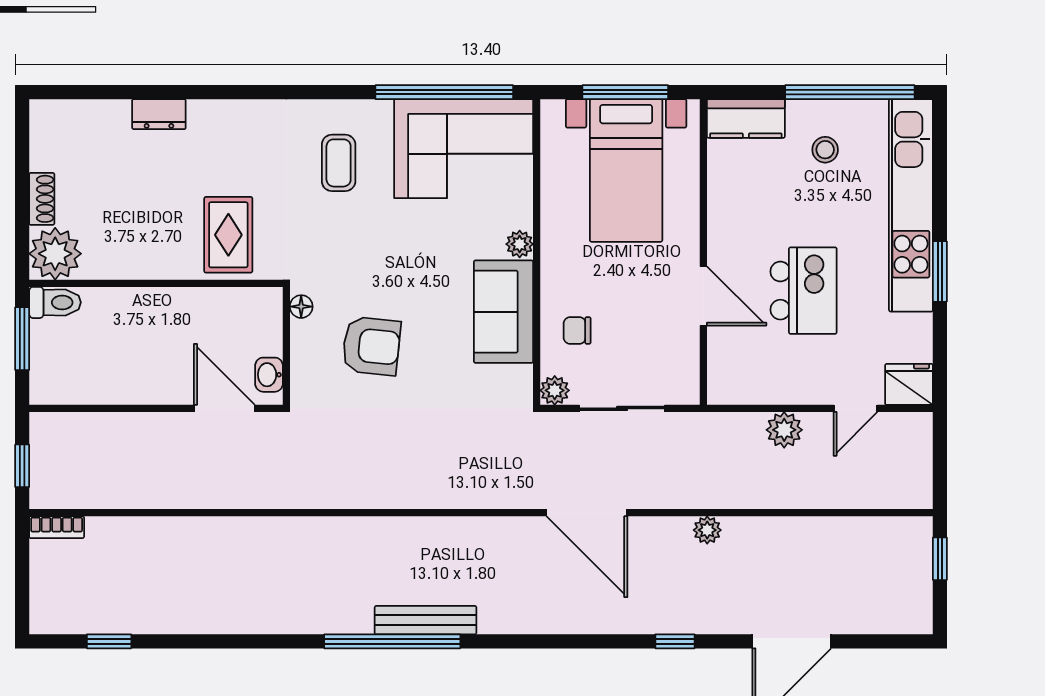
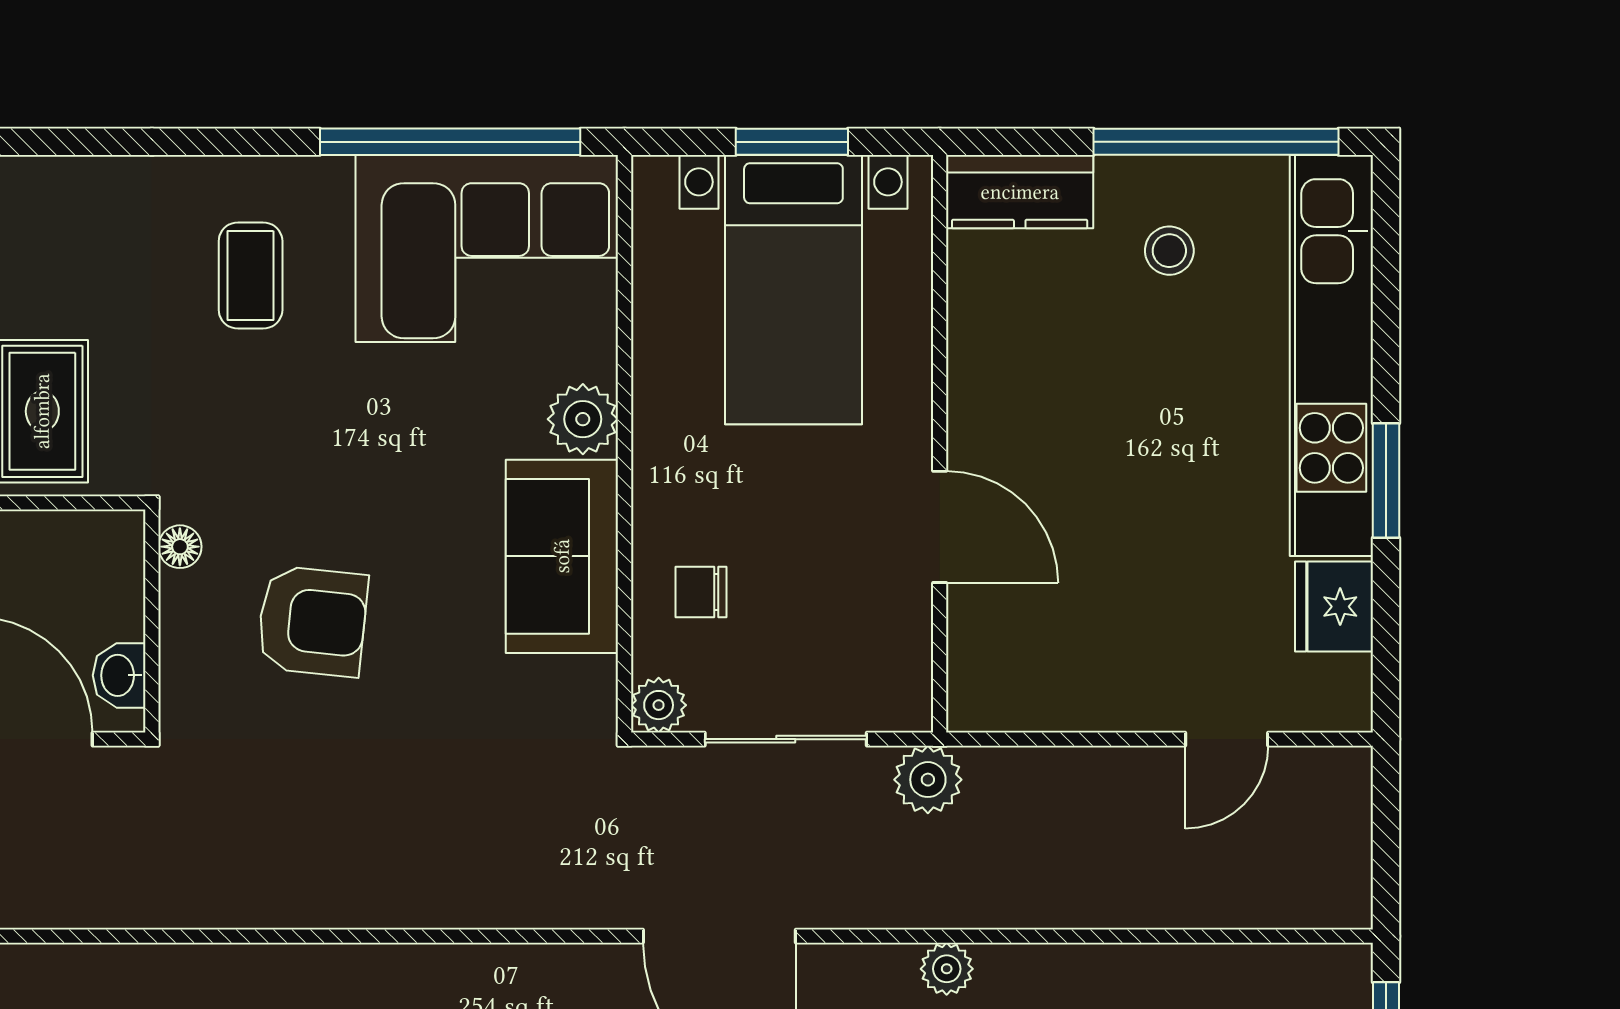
window: (625, 92) -> (792, 142), width x0.69
plant: (520, 244) -> (583, 419), width x1.38, depth x1.38
kitchen island: (804, 291) -> (1128, 517), removed
fridge: (909, 384) -> (1334, 607), moved, turned -90
plant: (784, 430) -> (928, 780), moved

